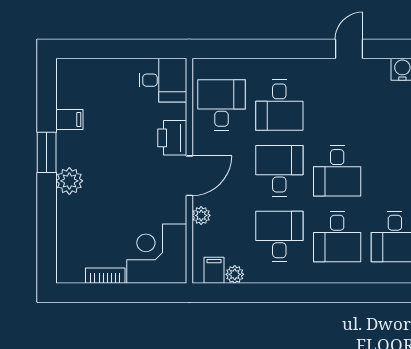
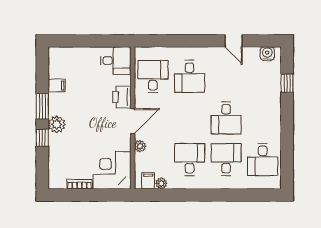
door: (349, 49) -> (234, 41), swing flipped
desk: (279, 171) -> (190, 118), removed
window: (47, 202) -> (42, 138), added
desk: (337, 237) -> (226, 160), turned 180

